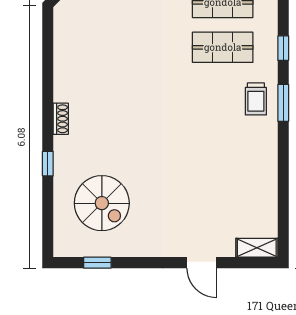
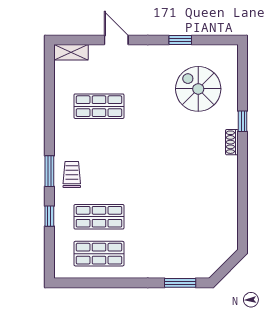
shoe rack: (61, 119) -> (232, 142), moved
shop shelf: (223, 182) -> (99, 106), added
window: (97, 263) -> (180, 40), moved

